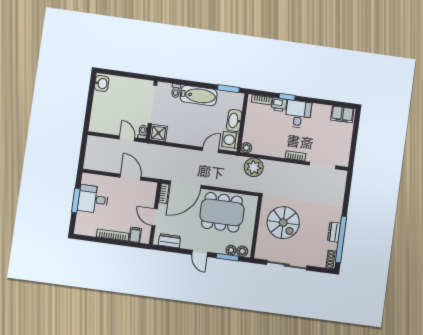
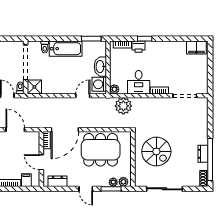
desk: (298, 114) -> (139, 82), moved, turned 180

